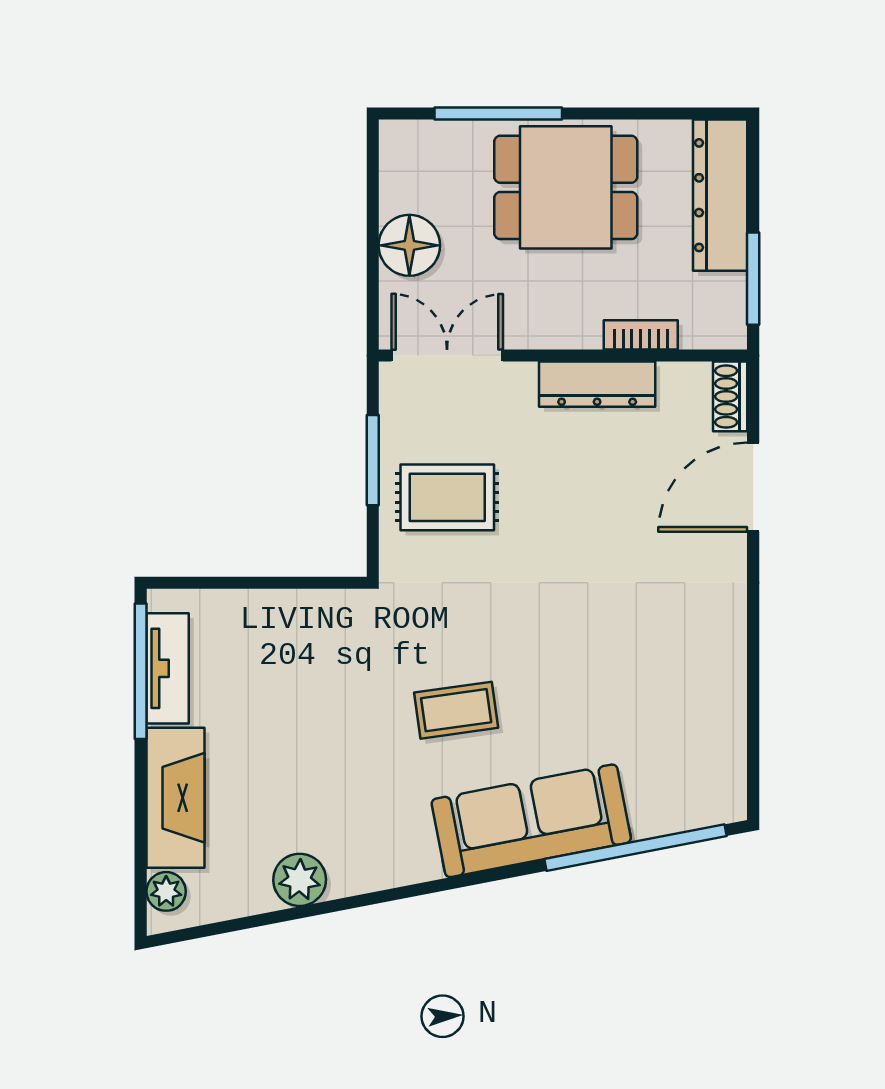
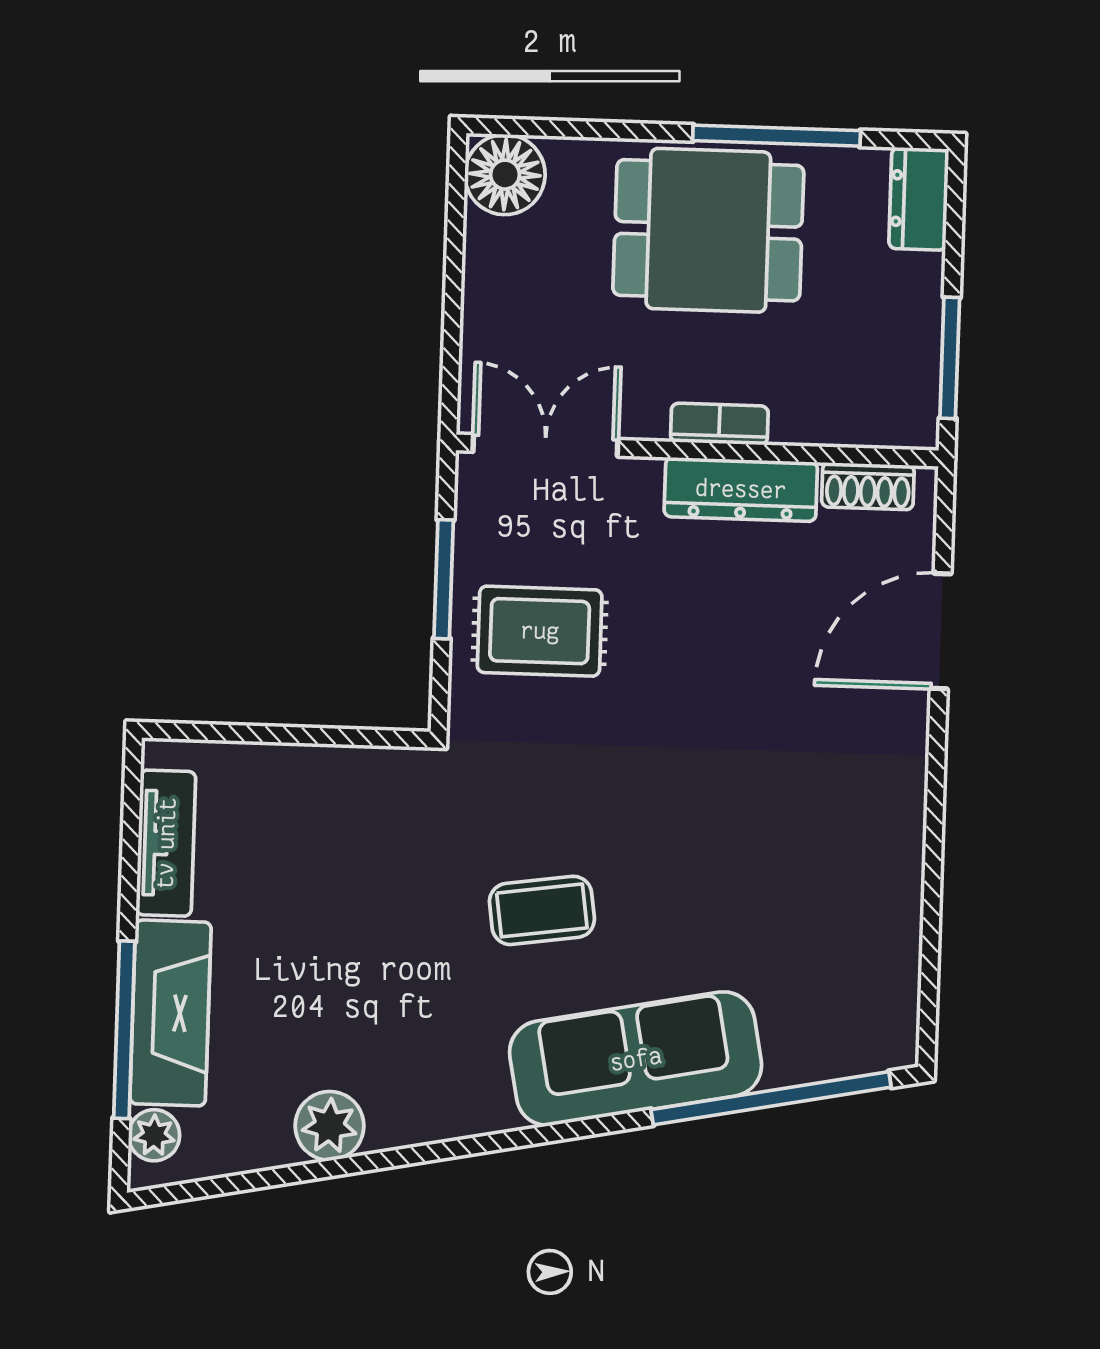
window: (498, 114) -> (777, 136), moved
dresser: (720, 195) -> (919, 199), width x0.51, depth x0.80
floor lamp: (409, 245) -> (505, 175), moved
bookcase: (641, 335) -> (719, 424), moved
shoe rack: (730, 396) -> (868, 486), moved, turned -90
window: (141, 671) -> (124, 1030), moved

